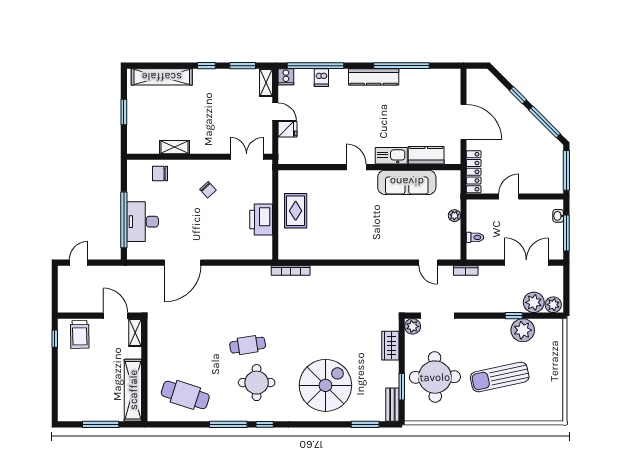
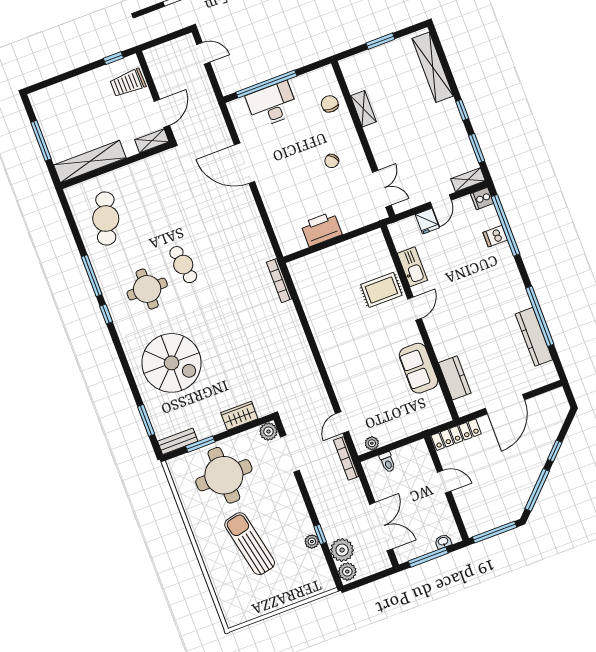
kitchen counter: (374, 77) -> (534, 337), moved
kitchen sink: (391, 156) -> (412, 267), moved
sofa: (407, 182) -> (418, 368), width x0.73
rug: (296, 211) -> (381, 290), moved
plant: (454, 216) -> (372, 443), moved
bookcase: (466, 270) -> (346, 458), width x1.56
plant: (523, 330) -> (312, 542), width x0.53, depth x0.53

